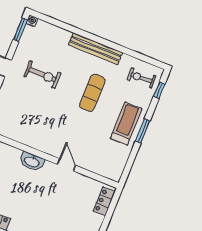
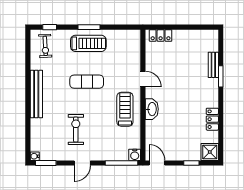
exercise mat: (92, 93) -> (87, 82), moved
treadmill: (126, 123) -> (88, 43), turned 180
treadmill: (43, 134) -> (125, 109), added
door: (66, 165) -> (143, 79), swing flipped

